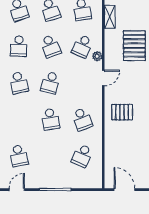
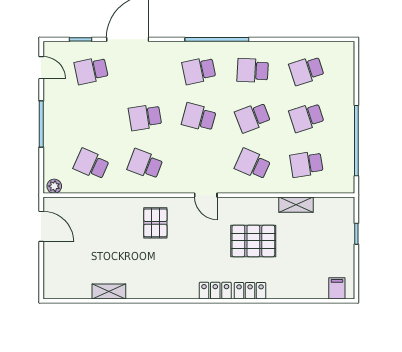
plant: (97, 56) -> (54, 186), moved
school desk: (82, 119) -> (145, 164), turned 42
door: (124, 190) -> (41, 226), hinge flipped

